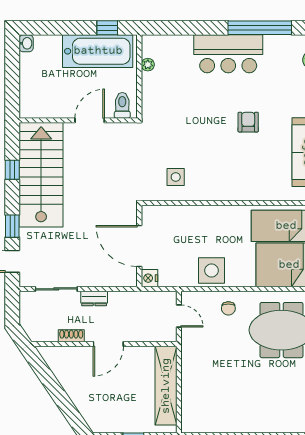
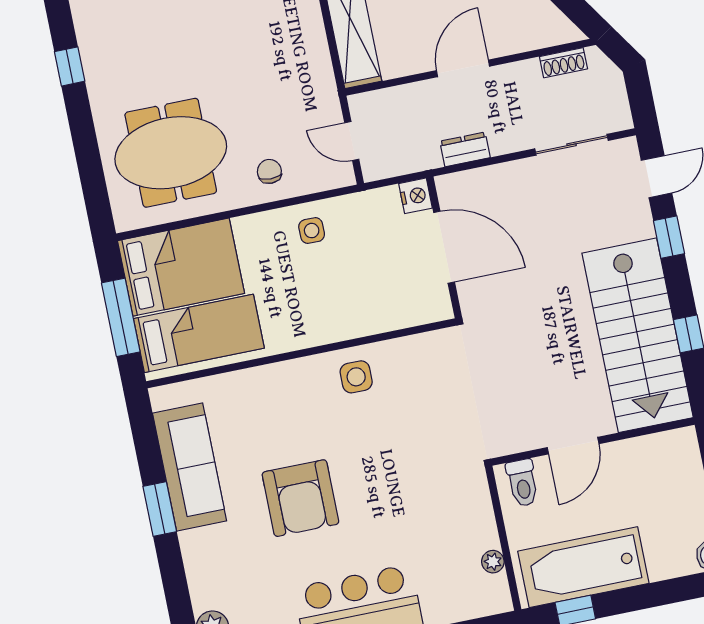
armchair: (248, 122) -> (300, 498), width x1.88, depth x1.88
side table: (176, 177) -> (356, 377), moved
side table: (212, 271) -> (312, 231), width x0.54, depth x0.54
dresser: (94, 298) -> (465, 149), moved
shoe rack: (71, 336) -> (563, 63), moved

